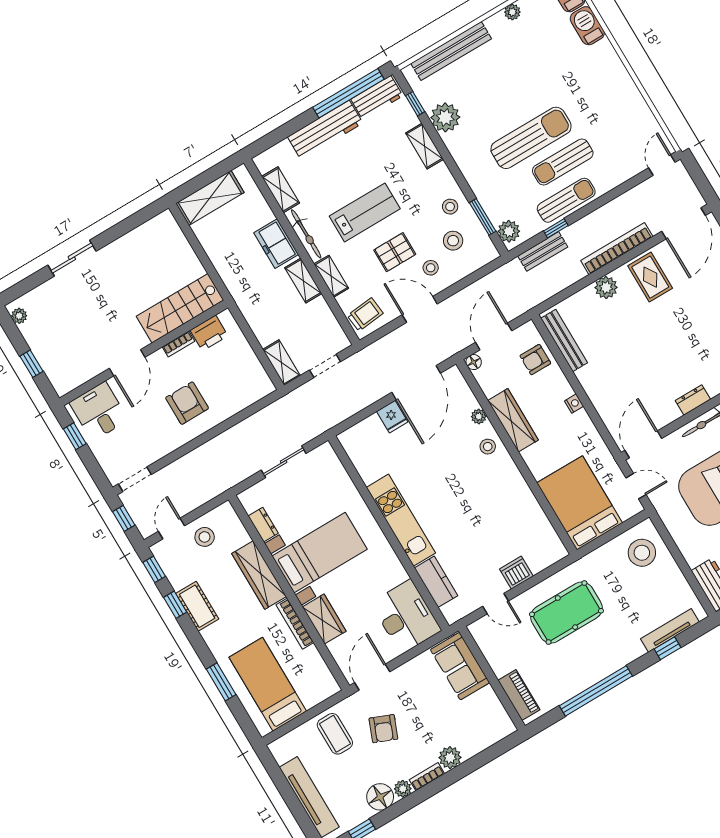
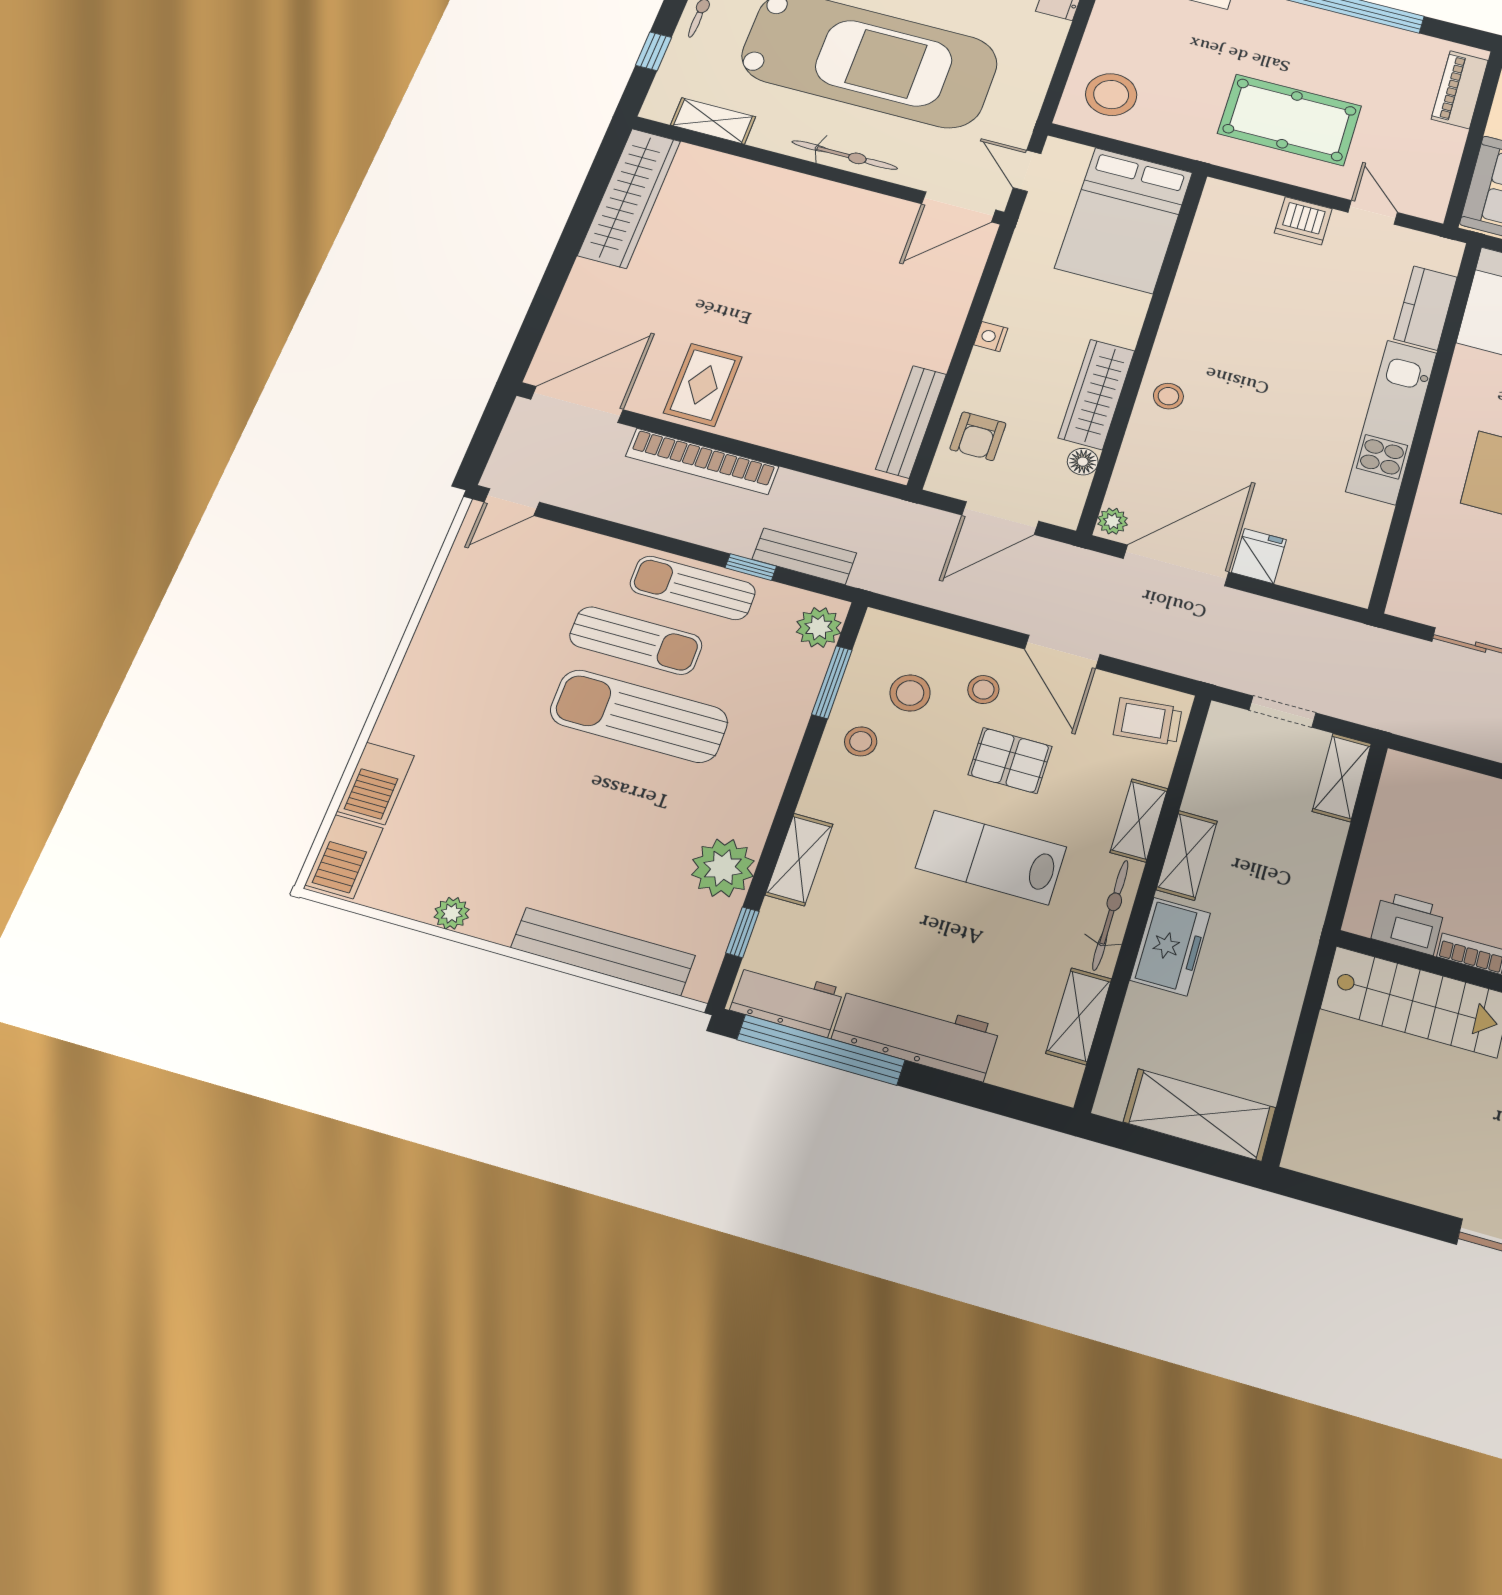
plant: (606, 287) -> (776, 429), removed
armchair: (535, 360) -> (978, 436), turned 90
floor lamp: (474, 362) -> (1083, 462), moved
dresser: (693, 400) -> (832, 195), removed
plant: (479, 416) -> (1113, 521), moved

